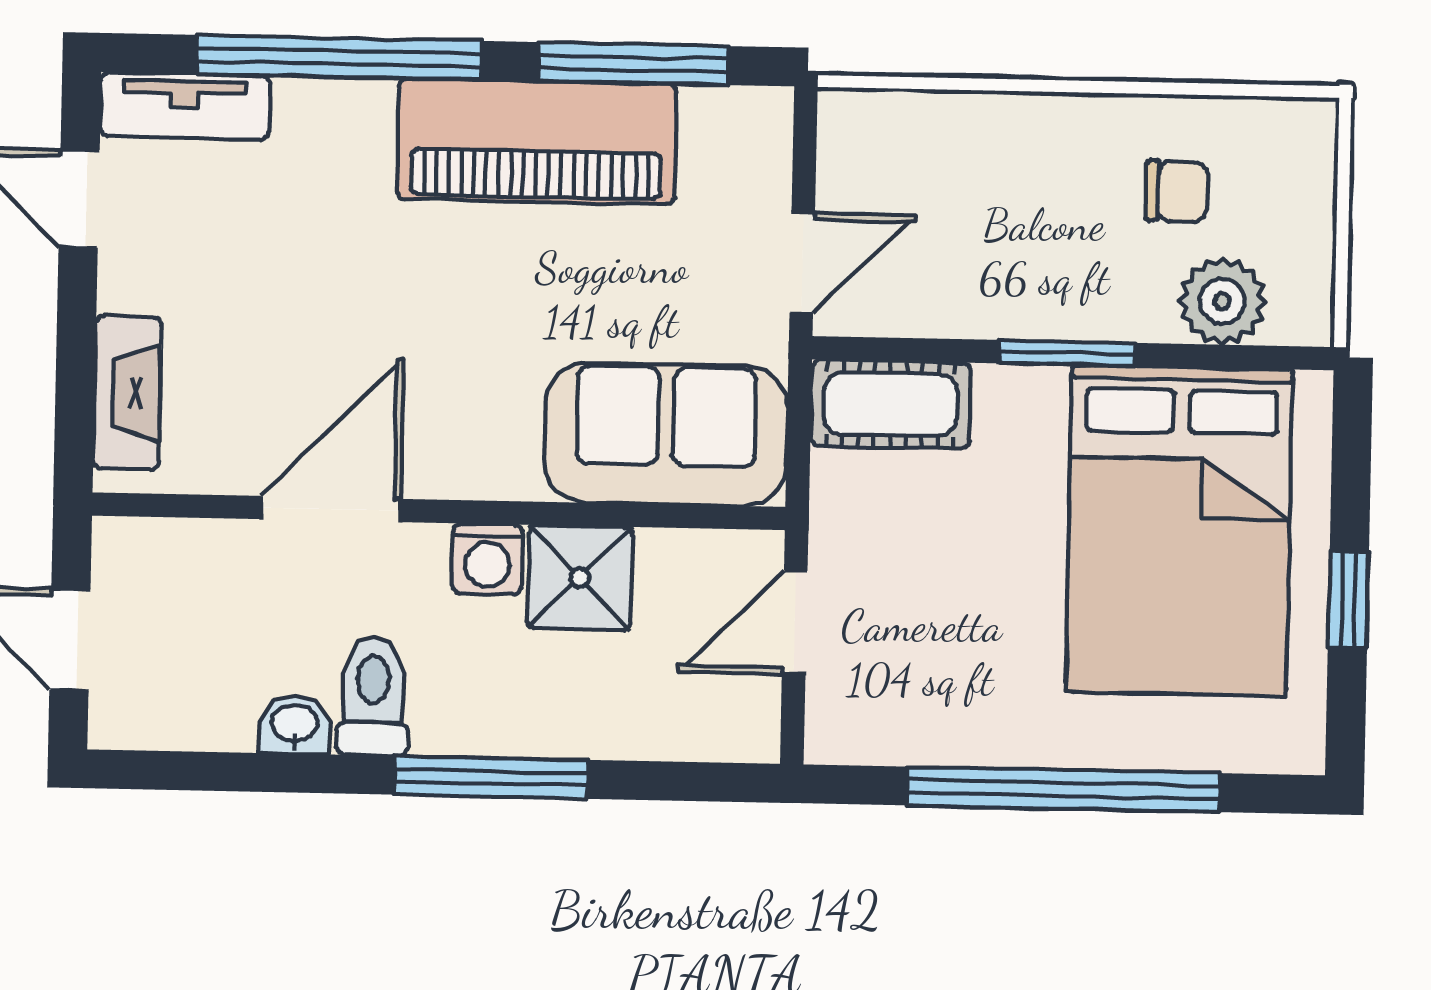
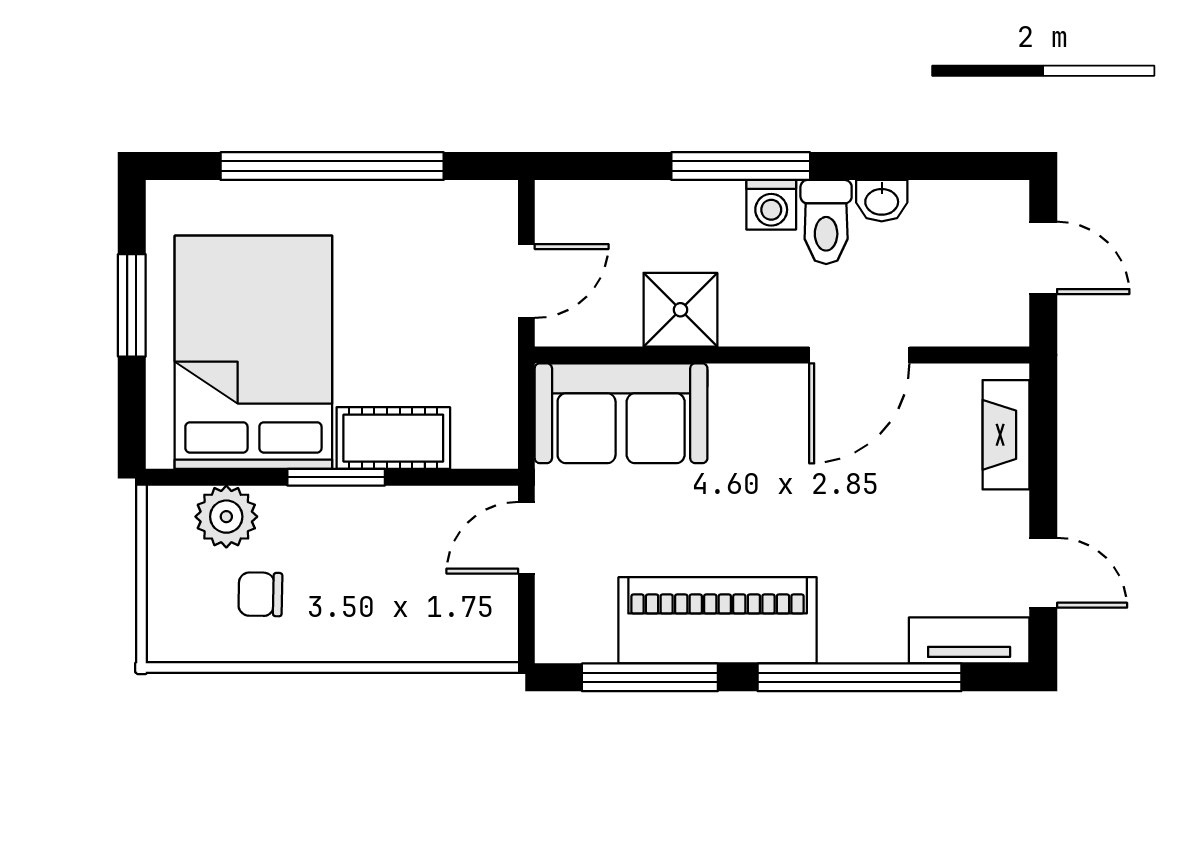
cot: (890, 404) -> (393, 438), moved
washing machine: (487, 559) -> (771, 205), moved, turned 180
window: (1348, 600) -> (132, 305), width x1.50

